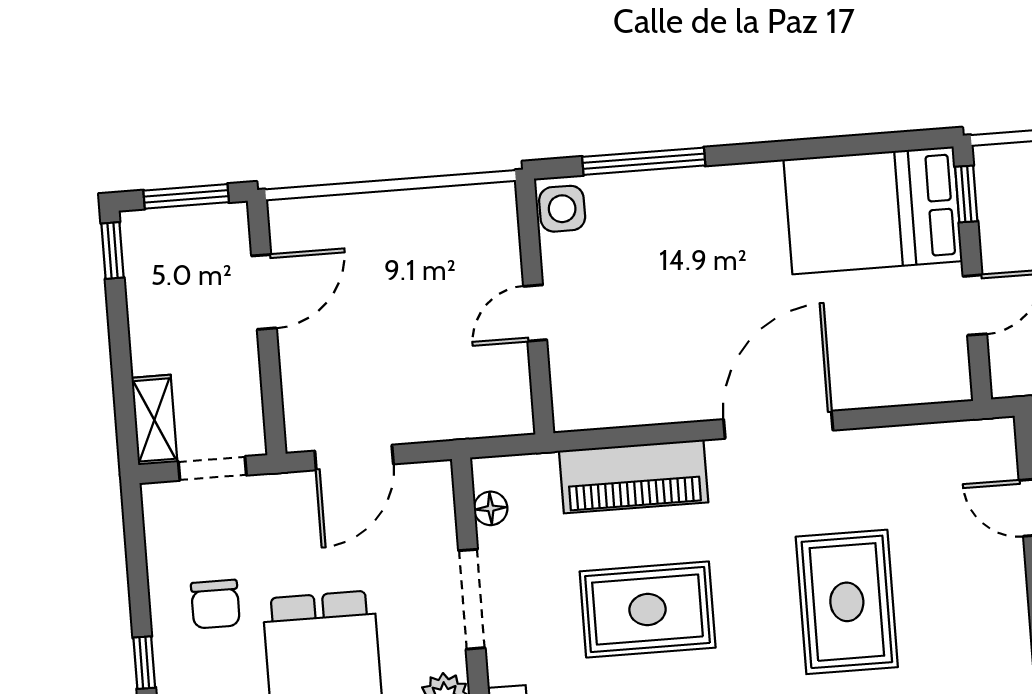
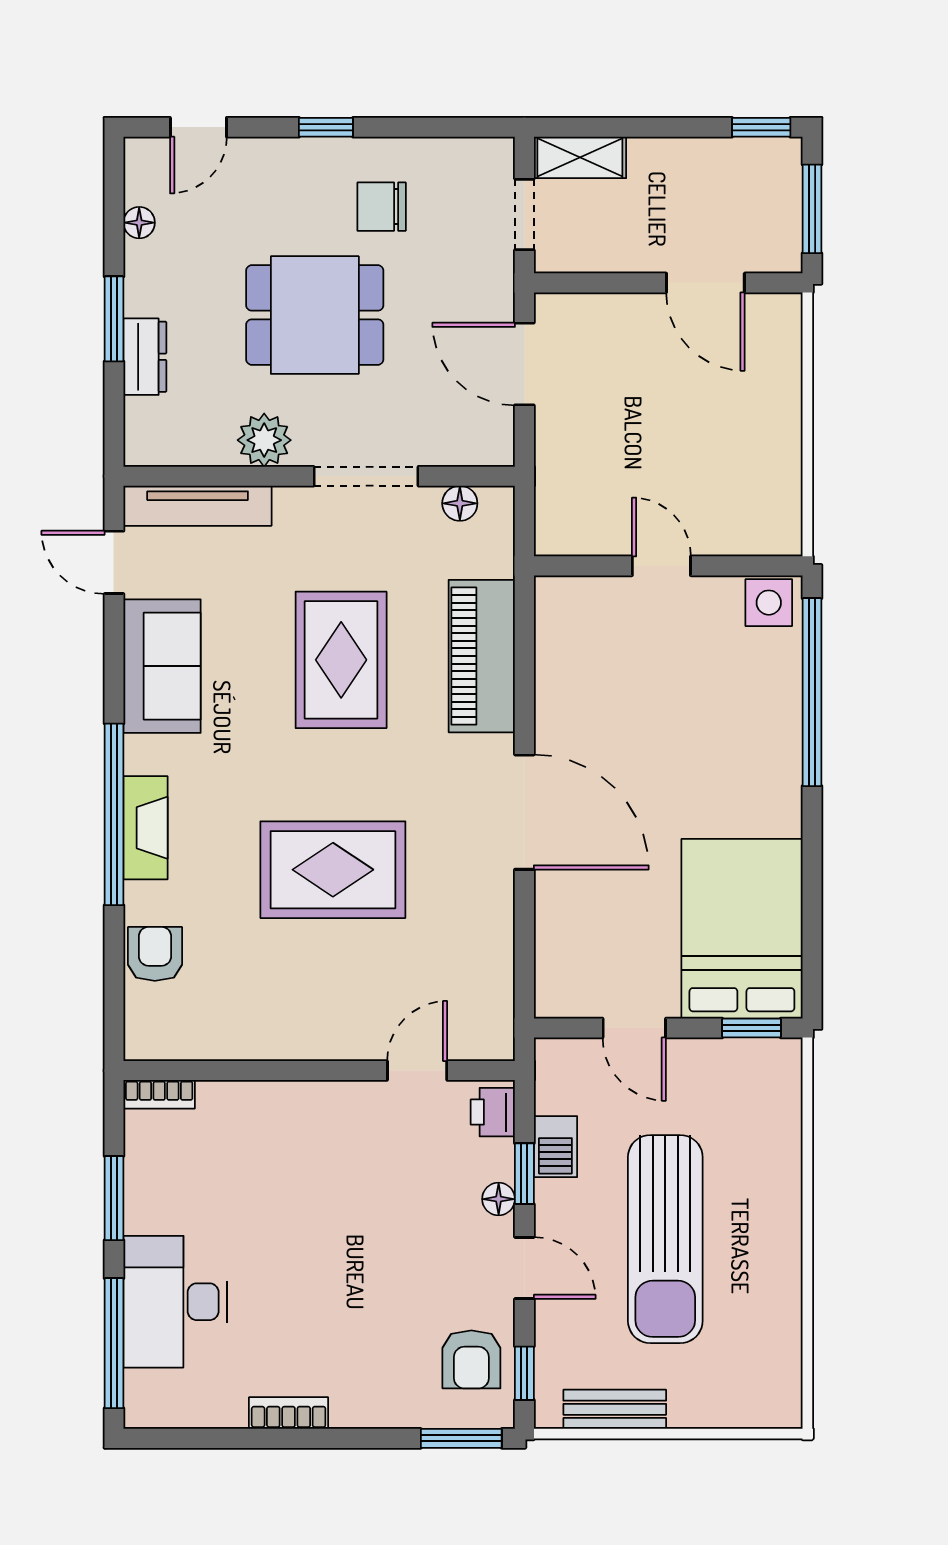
window: (644, 161) -> (812, 692), width x1.46

